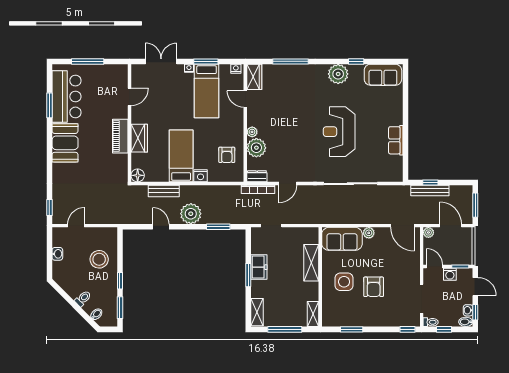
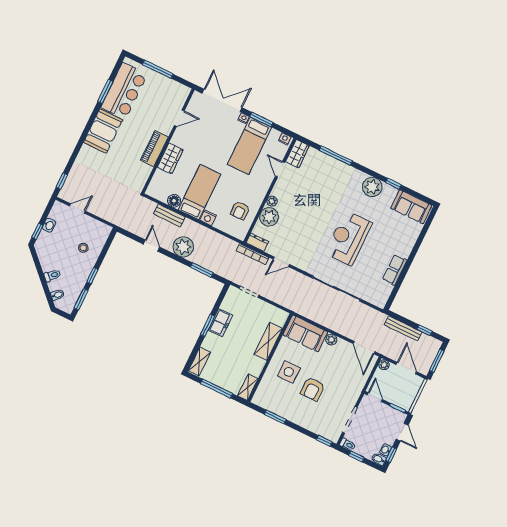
double door: (161, 61) -> (222, 100), width x1.37
floor lamp: (138, 175) -> (174, 201), moved
window: (430, 182) -> (425, 330), moved
stool: (99, 259) -> (83, 248), width x0.53, depth x0.53
window: (49, 265) -> (37, 231), added
washing machine: (450, 274) -> (385, 411), removed

